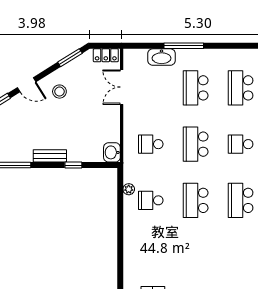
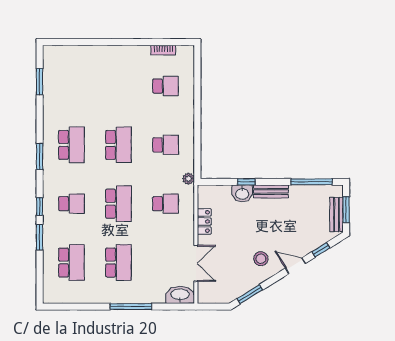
locker: (106, 55) -> (204, 221), moved, turned 90
washbasin: (162, 57) -> (180, 295), moved
washbasin: (112, 152) -> (242, 193), moved, turned 90
plant: (129, 189) -> (188, 179), moved
school desk: (151, 257) -> (165, 86), added

